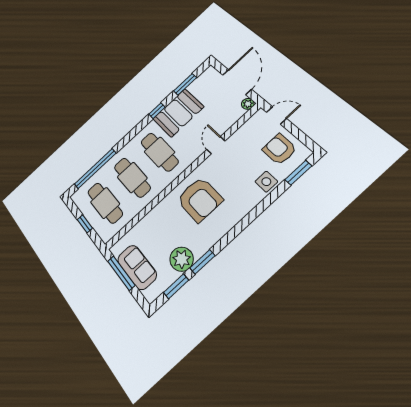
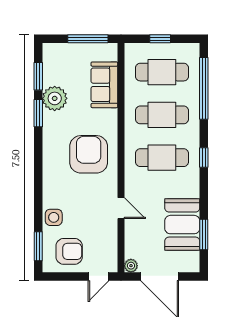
window: (157, 111) -> (204, 157), moved
booth: (178, 113) -> (182, 225), moved
armchair: (199, 199) -> (89, 154), turned 90
sofa: (137, 267) -> (104, 85), moved, turned 90

